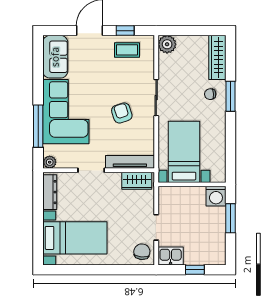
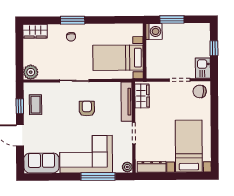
wardrobe: (217, 57) -> (35, 31), width x0.67
armchair: (122, 113) -> (87, 109), turned 108

